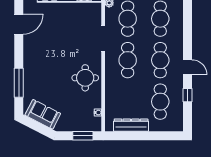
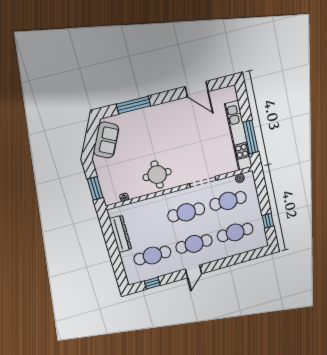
window: (188, 95) -> (152, 283), moved

